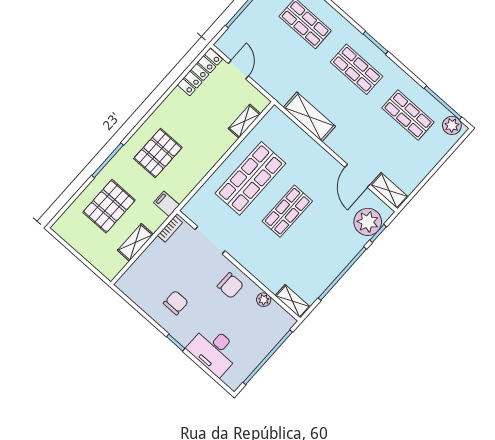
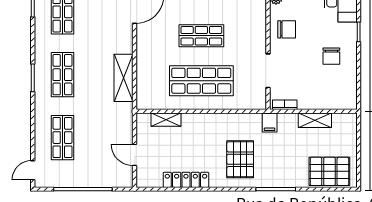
door: (238, 70) -> (135, 155), hinge flipped
locker: (200, 72) -> (186, 180), moved
pallet: (158, 153) -> (240, 159), turned 90
pallet: (109, 206) -> (329, 171), moved
chair: (230, 286) -> (287, 29), turned 90
chair: (176, 303) -> (331, 56), turned -90

